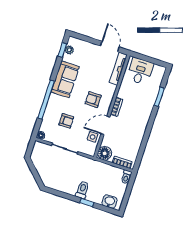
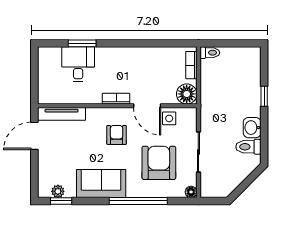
desk: (140, 71) -> (78, 64), moved, turned 90
armchair: (93, 100) -> (117, 135), turned 180
armchair: (66, 121) -> (159, 163), width x1.88, depth x1.88
toilet: (82, 190) -> (248, 147), moved
washbasin: (109, 202) -> (252, 128), moved

